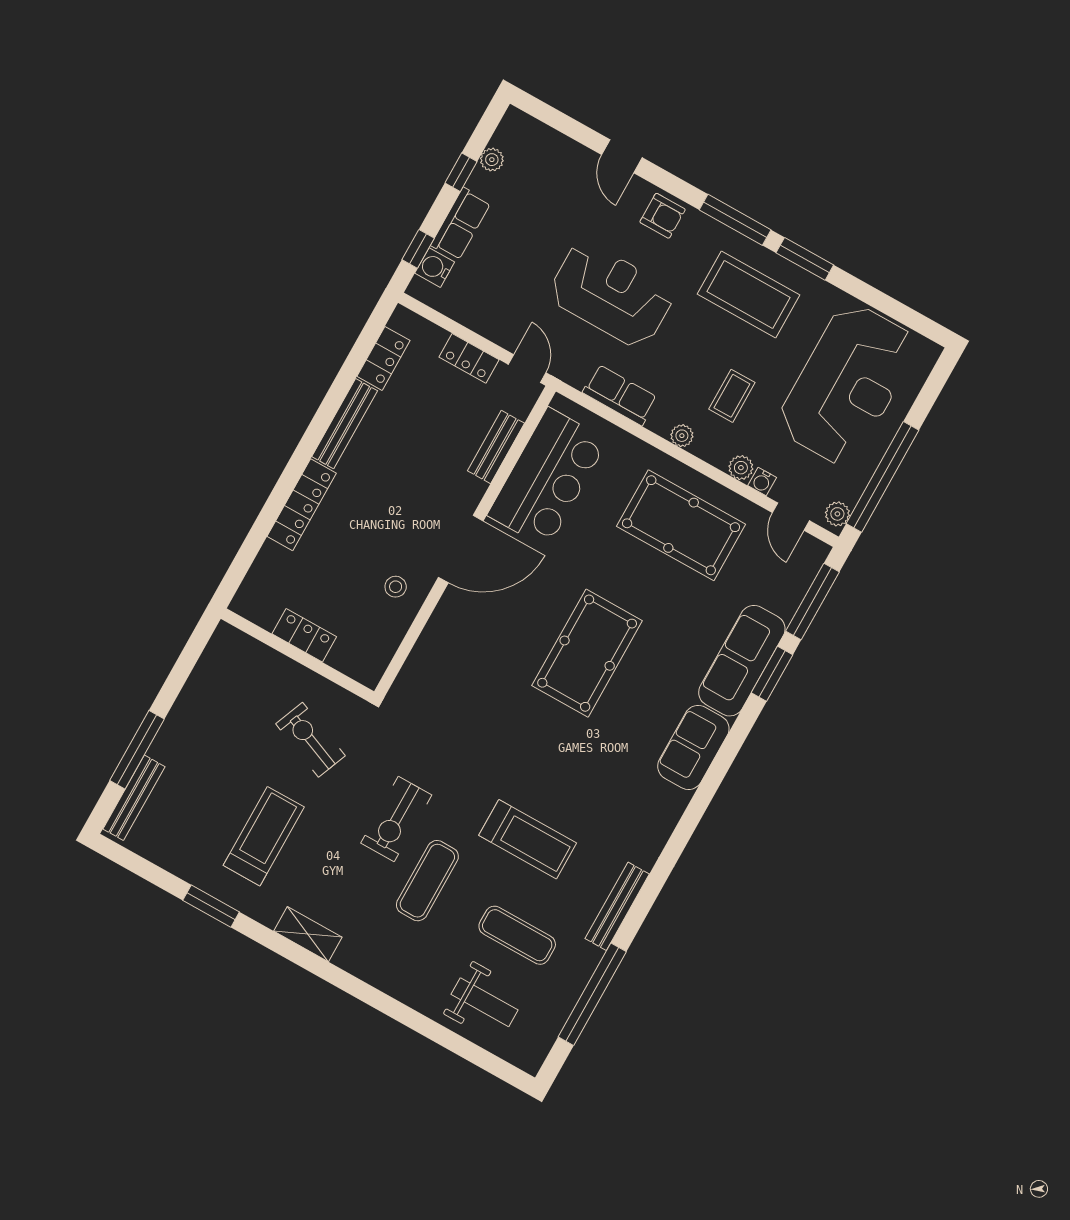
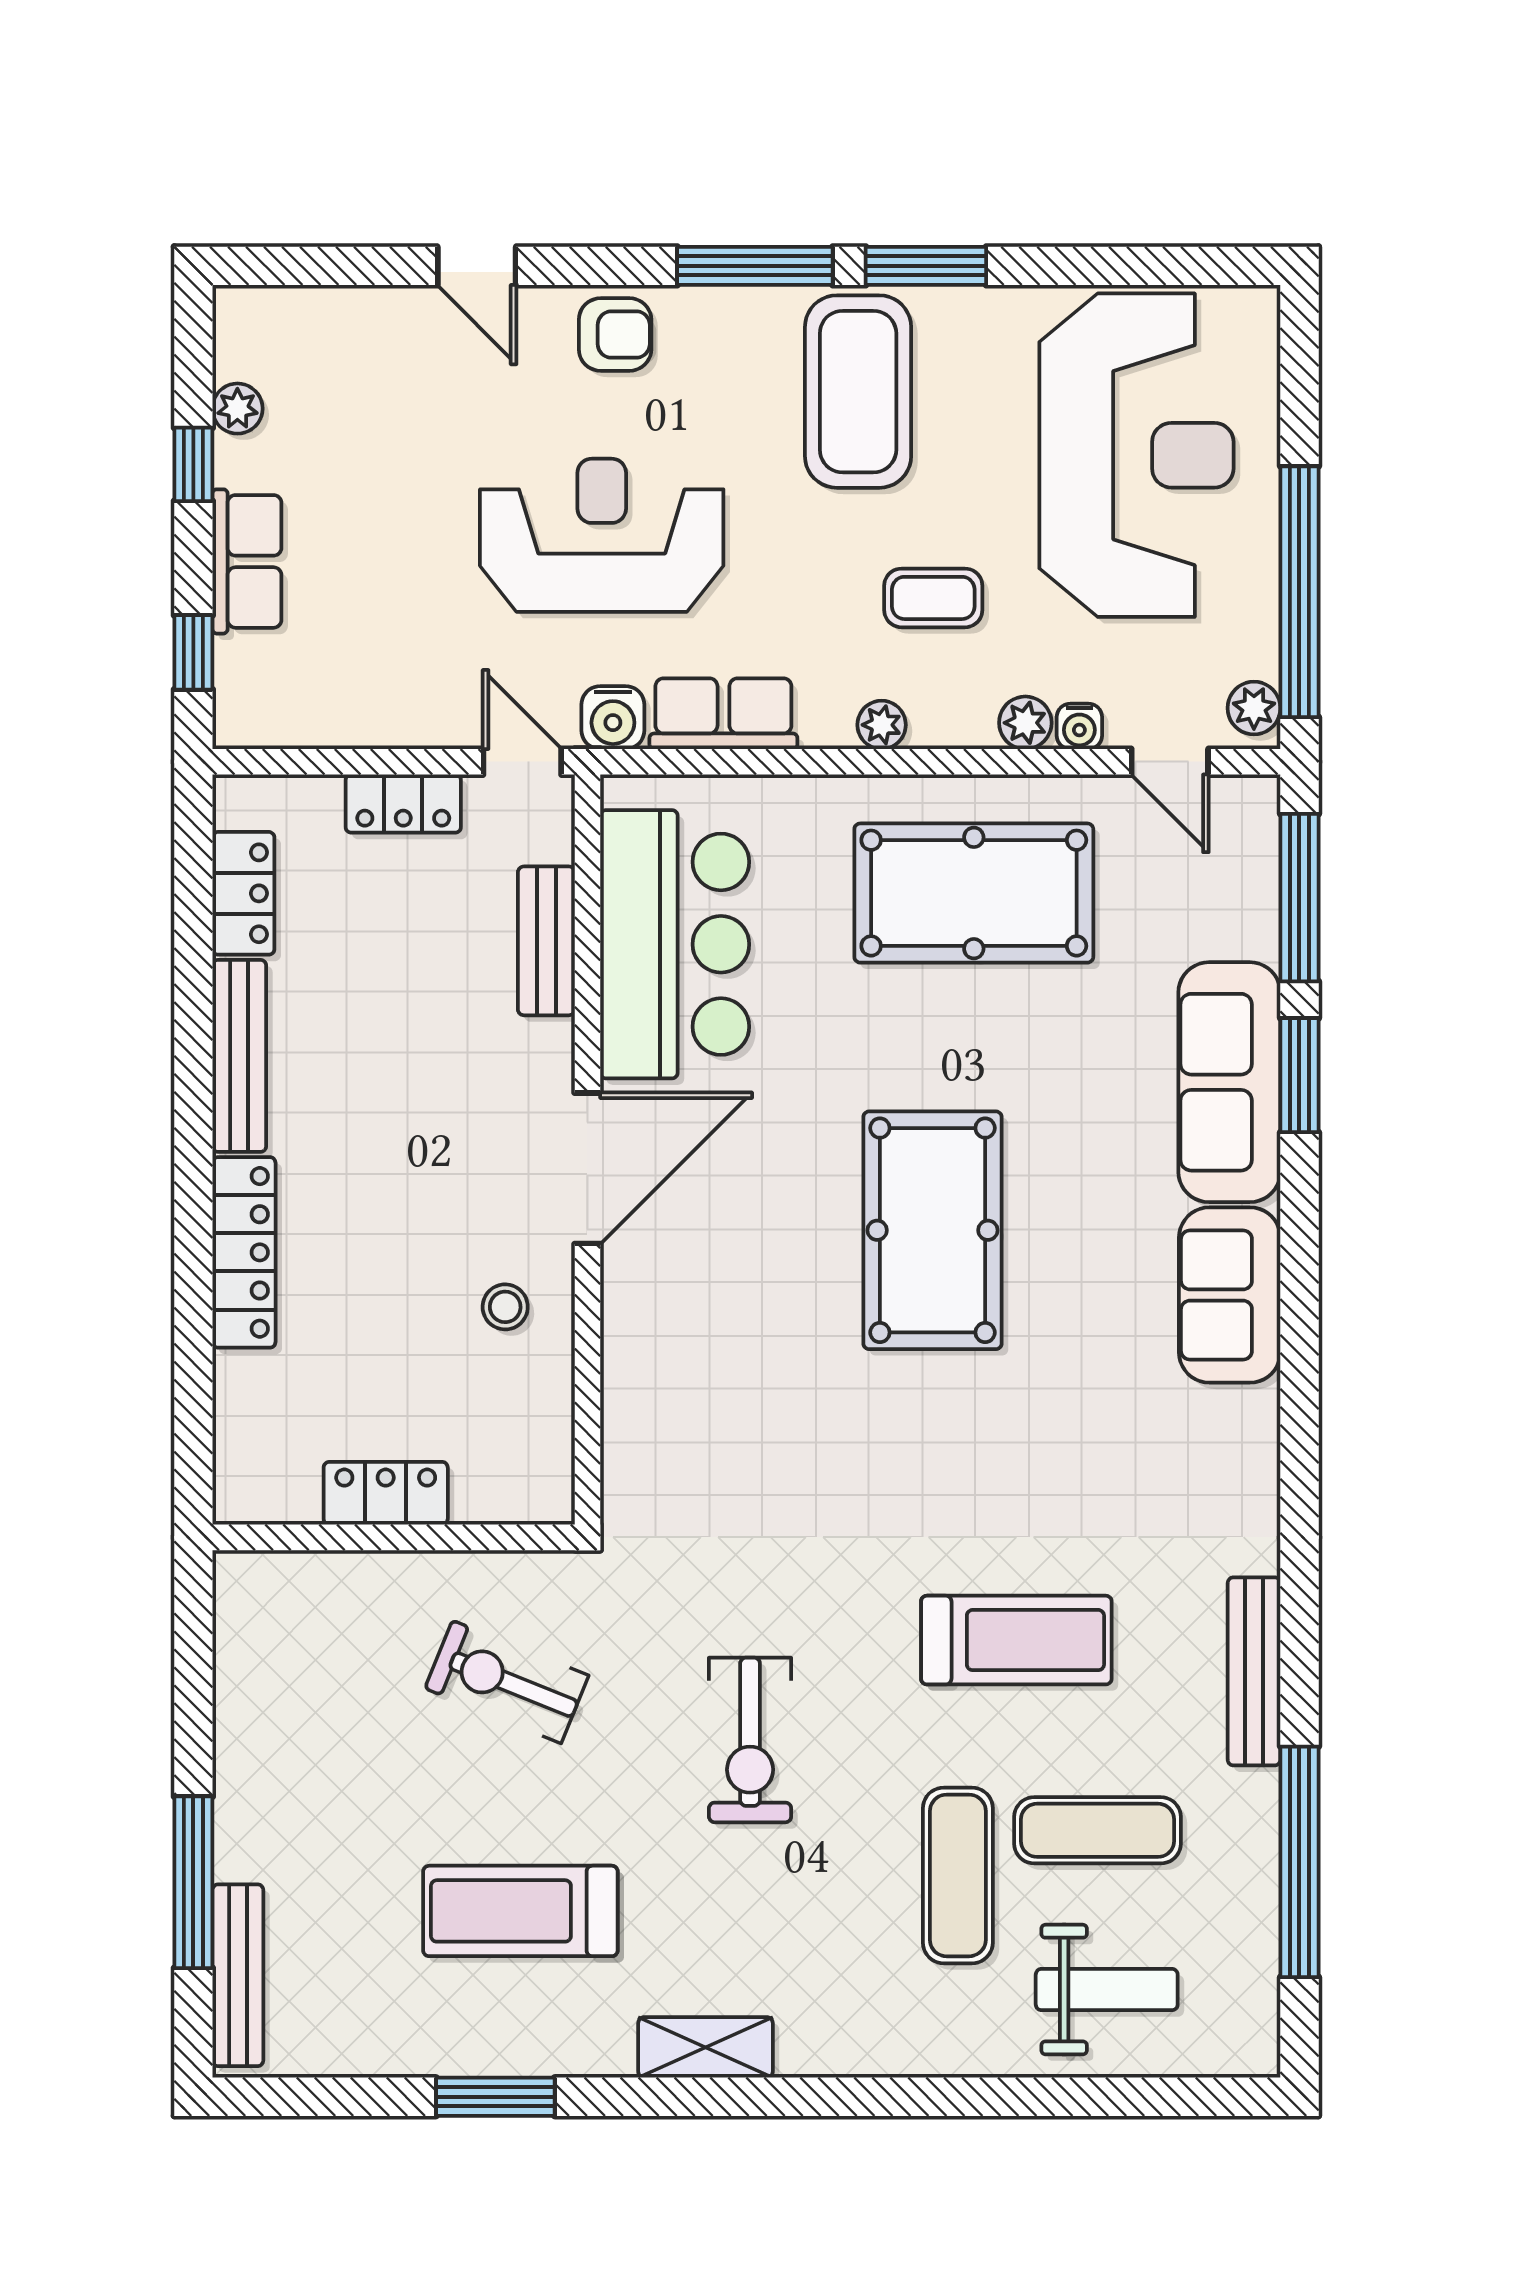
water cooler: (435, 268) -> (613, 718), moved, turned -90
coffee table: (748, 295) -> (858, 392), turned 90
coffee table: (732, 396) -> (933, 598), turned 90
treadmill: (264, 836) -> (520, 1911), turned -90
exercise mat: (427, 881) -> (958, 1875), moved

